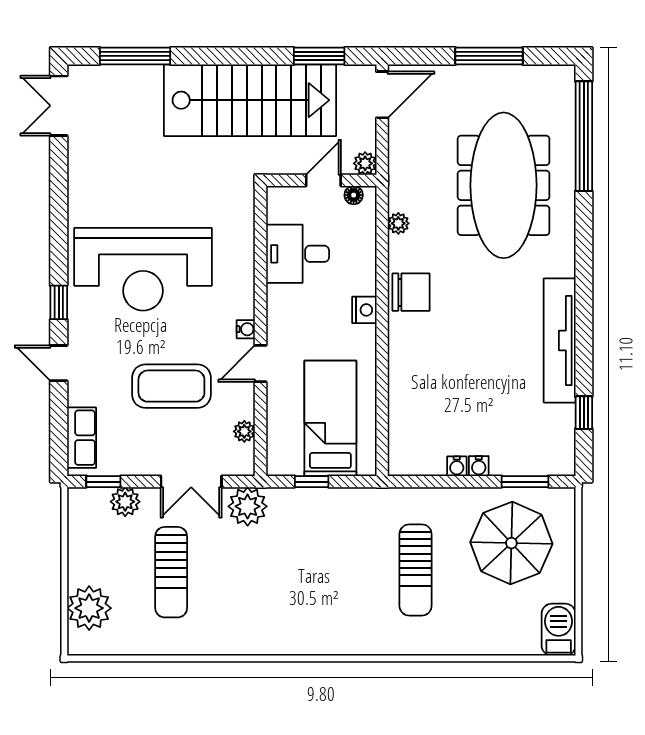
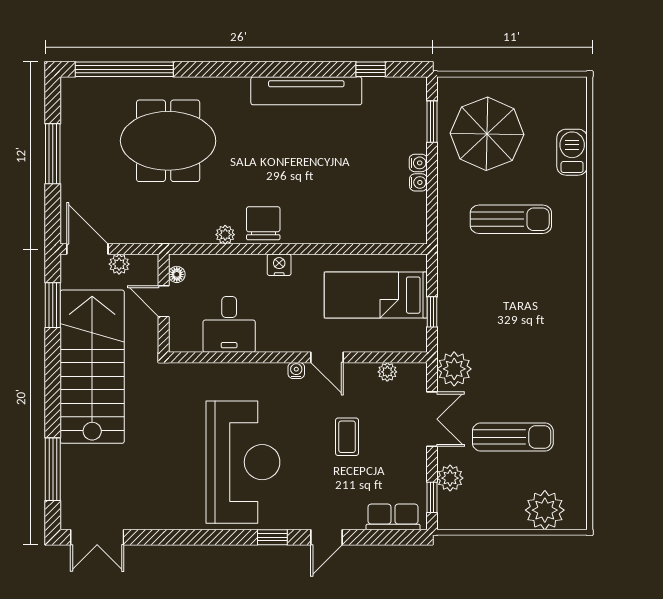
plant: (365, 163) -> (119, 264), moved
meeting table: (504, 185) -> (168, 141), width x0.73
plant: (398, 223) -> (225, 235), moved
coffee table: (171, 386) -> (347, 437), width x0.54, depth x0.58
barbecue: (559, 630) -> (572, 152), moved, turned 90

